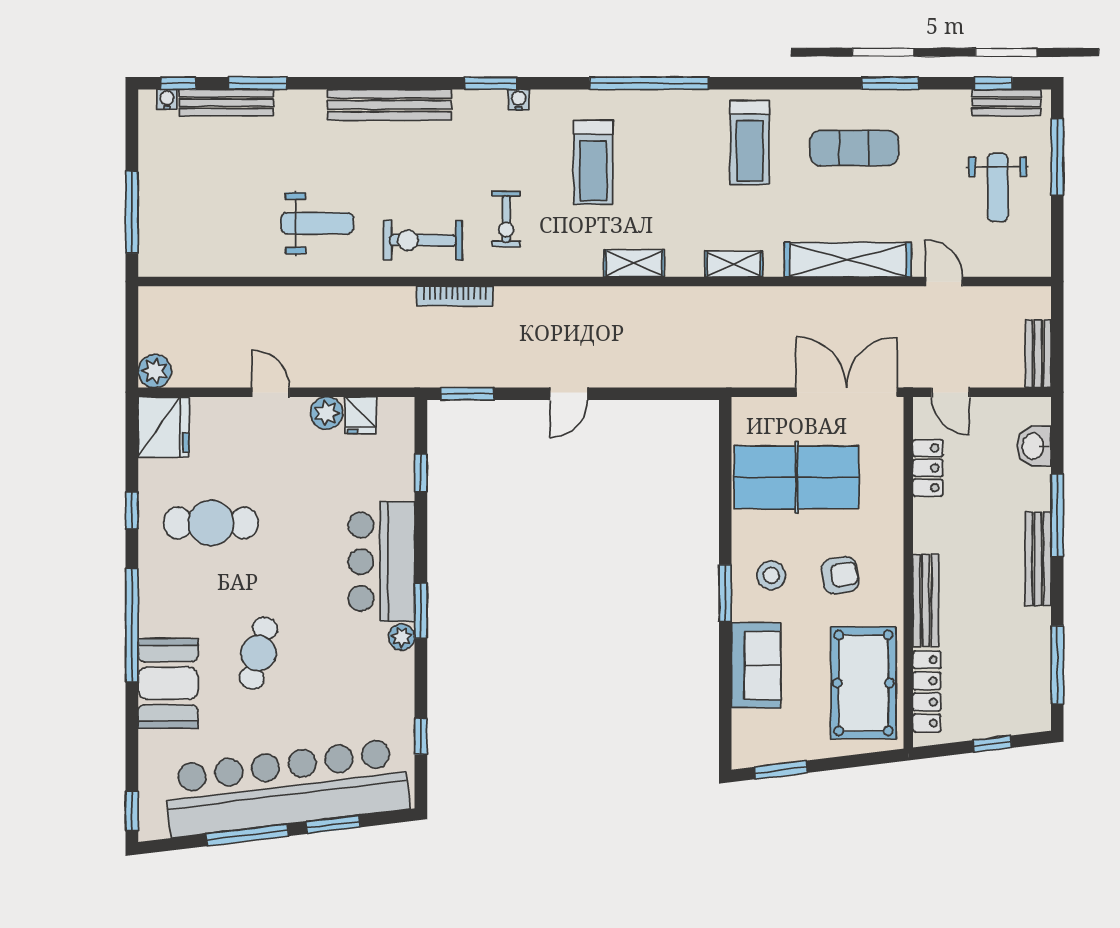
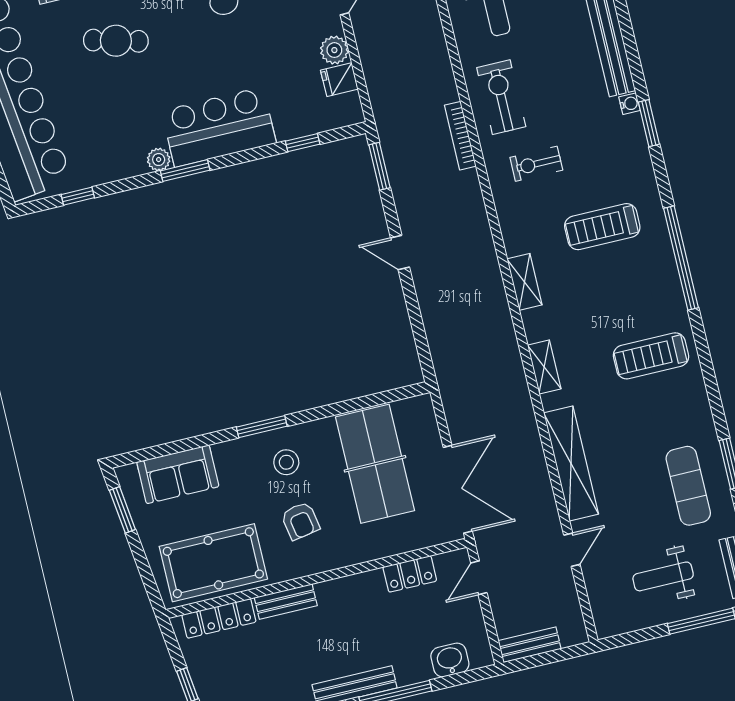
water cooler: (519, 100) -> (629, 104), moved
exercise mat: (854, 148) -> (688, 486), moved
bench: (926, 601) -> (286, 602), width x0.73
sofa: (756, 665) -> (178, 474), moved

